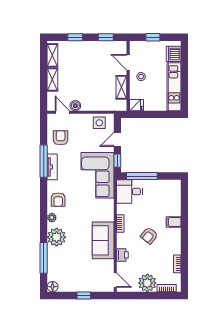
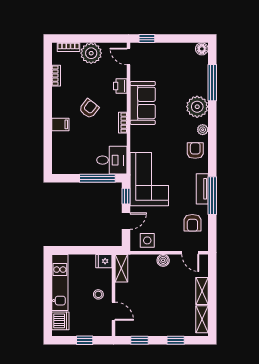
shelving: (121, 87) -> (121, 268), moved
boiler: (75, 106) -> (163, 260), moved
window: (84, 295) -> (147, 39), moved

